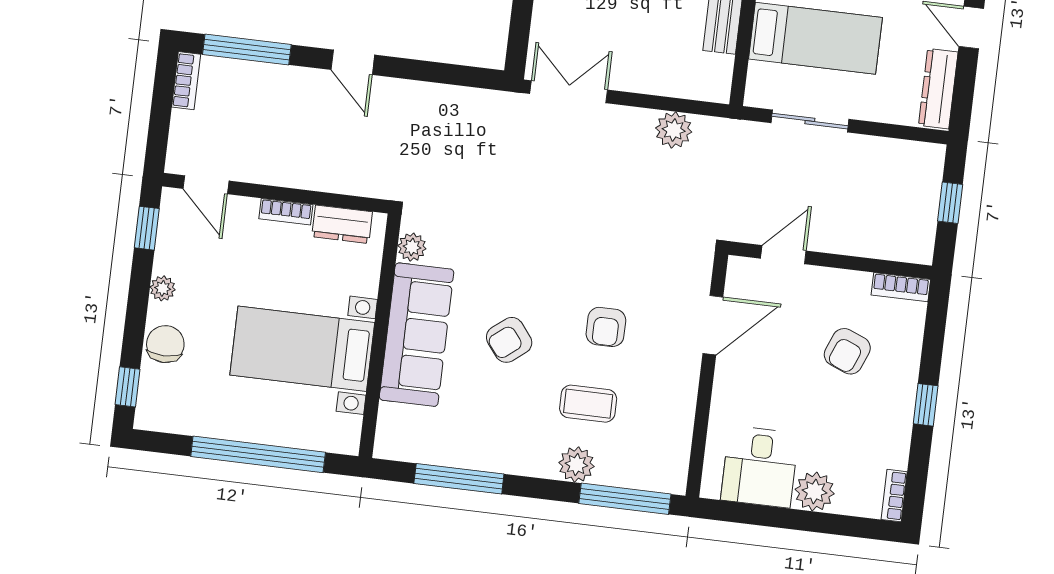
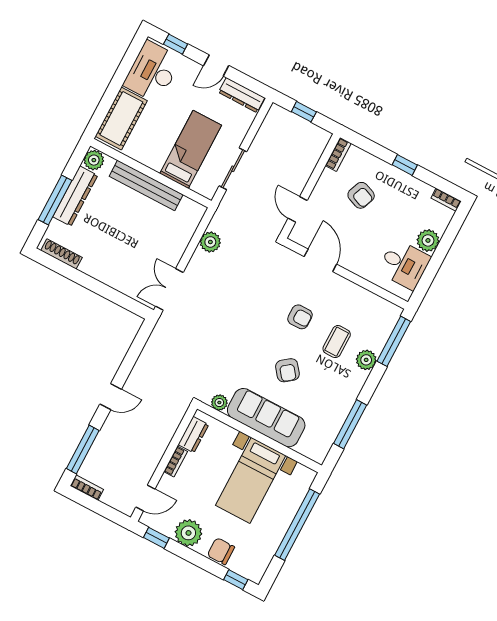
plant: (163, 288) -> (188, 533), width x1.87, depth x1.87

